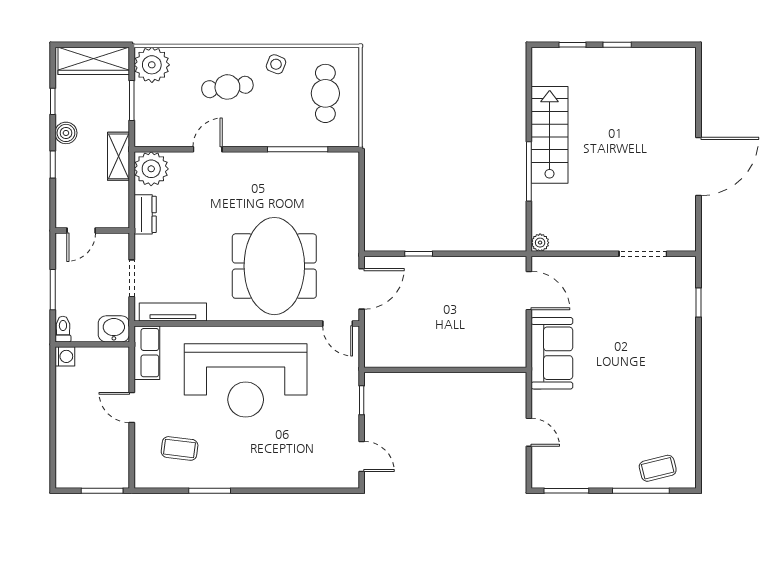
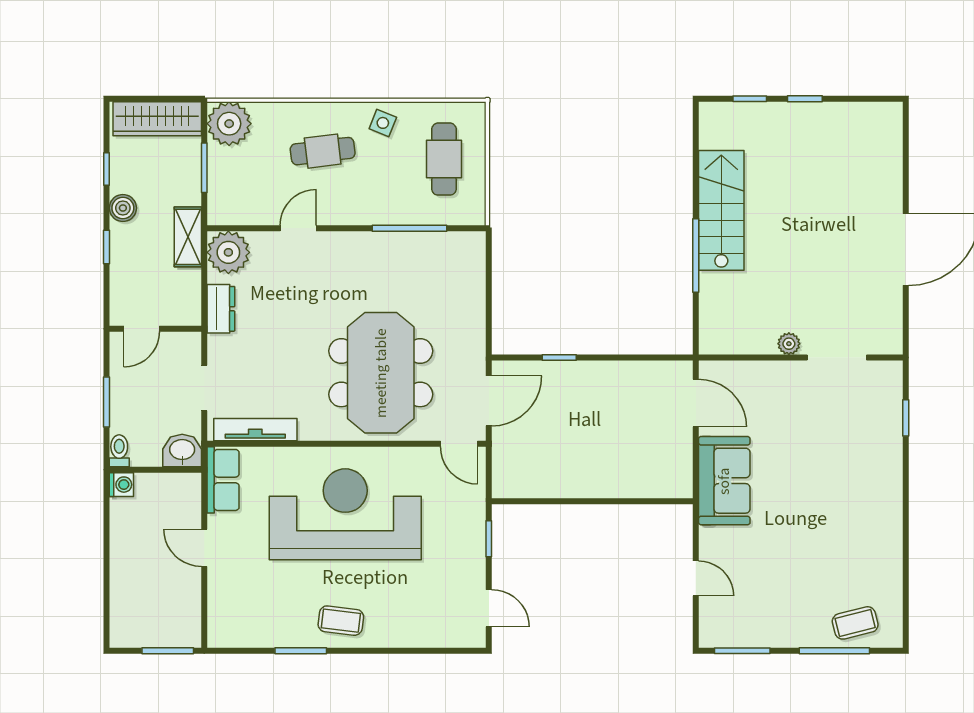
plant: (540, 243) -> (789, 344), moved
reception desk: (246, 380) -> (345, 514), turned 180
coffee table: (180, 448) -> (341, 621), moved

